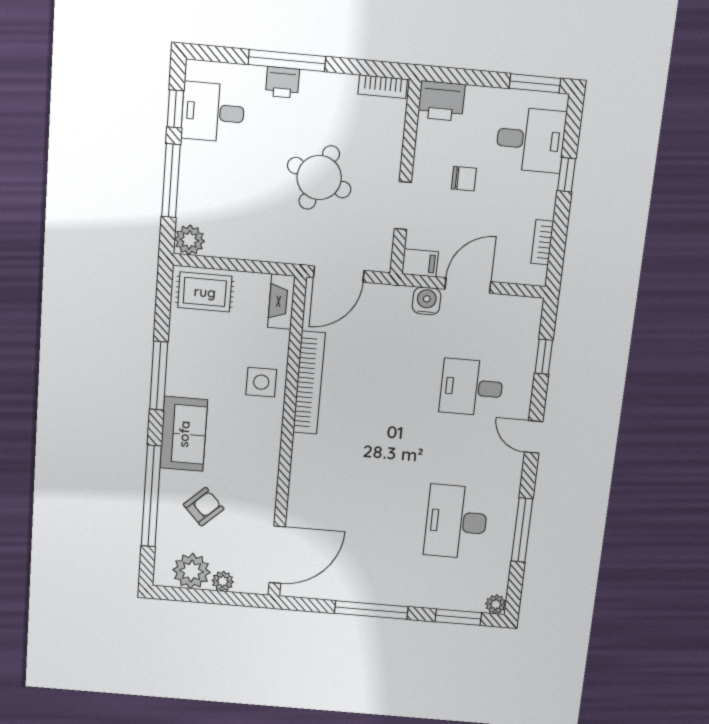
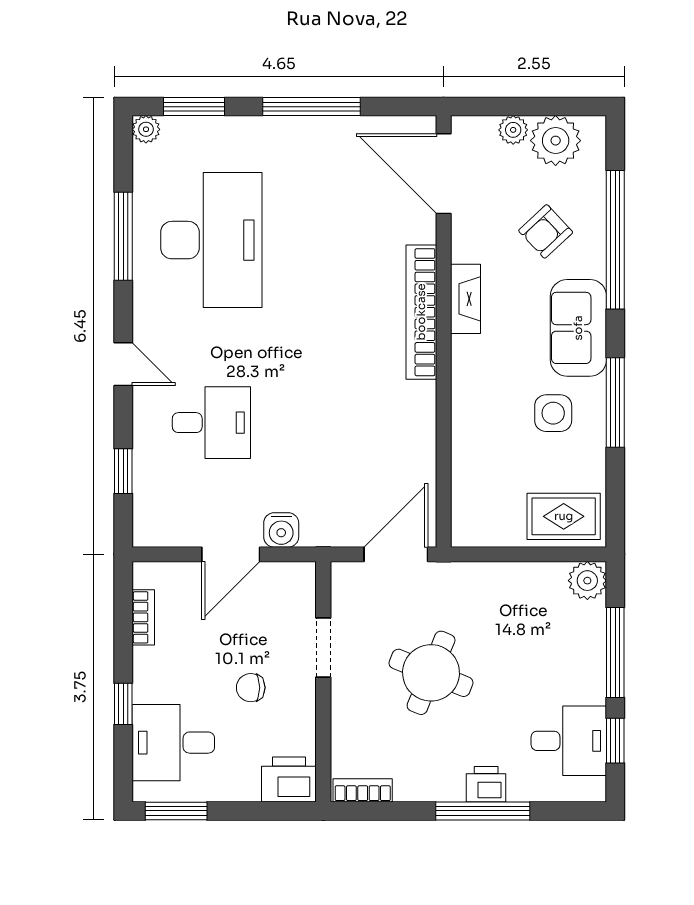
filing cabinet: (420, 263) -> (295, 578), removed
fireplace: (281, 302) -> (466, 299), moved
side table: (261, 382) -> (553, 413), moved
bookcase: (309, 383) -> (421, 312), moved
desk: (456, 522) -> (211, 240), width x1.36, depth x1.30
door: (277, 555) -> (444, 174), hinge flipped

